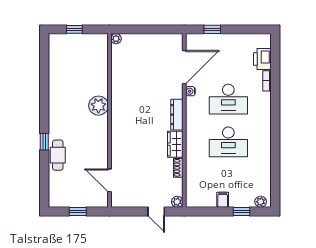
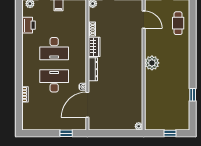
printer: (262, 59) -> (29, 25), moved
plant: (98, 106) -> (152, 63), moved
window: (44, 142) -> (193, 95), moved
desk: (228, 142) -> (54, 49), turned 180
cafe table: (58, 155) -> (178, 23), moved

